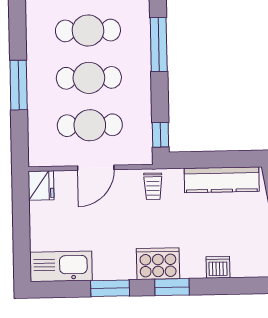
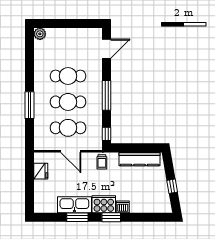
window: (159, 44) -> (107, 95), moved
door: (96, 168) -> (71, 151), hinge flipped
fridge: (41, 185) -> (41, 171), moved
kitchen sink: (61, 266) -> (74, 205), moved
dishwasher: (218, 267) -> (123, 207), moved

